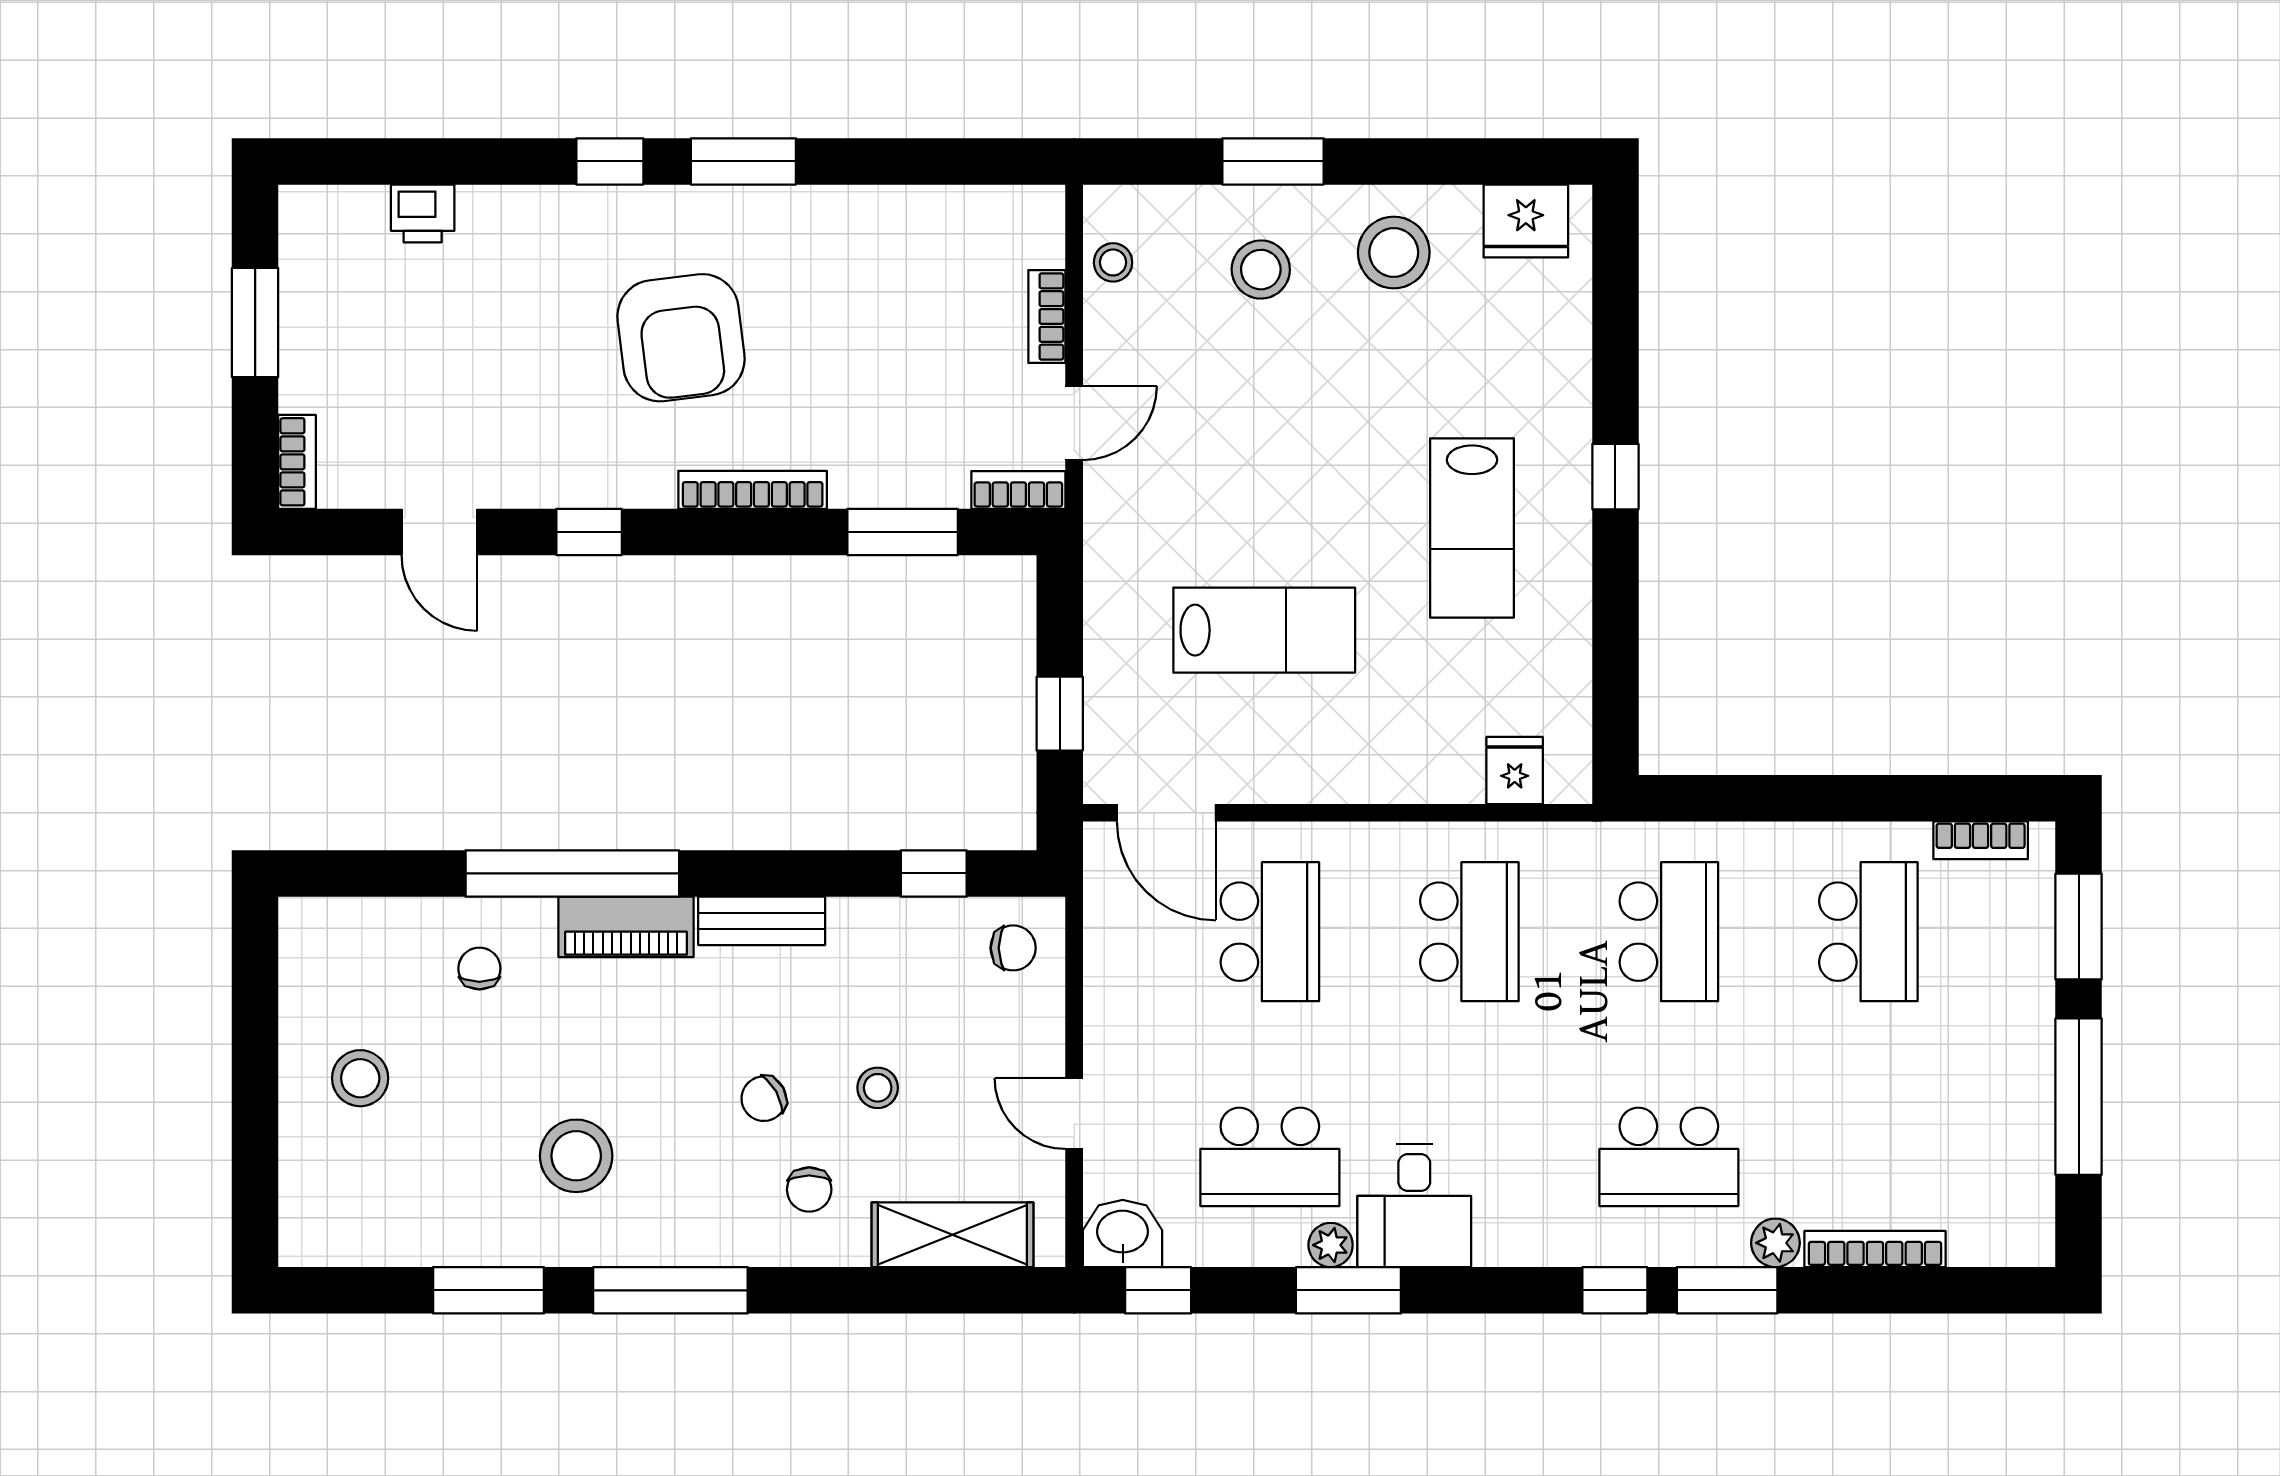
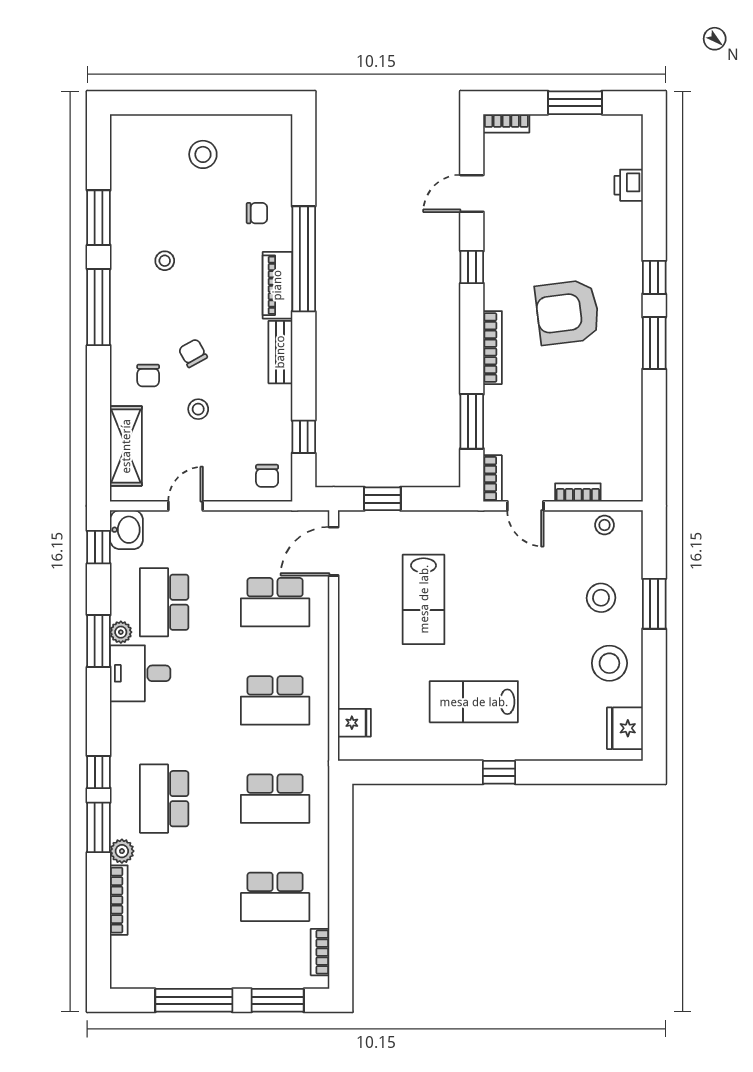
stool: (576, 1156) -> (165, 261), width x0.53, depth x0.53
chair: (809, 1190) -> (148, 375), turned -90

